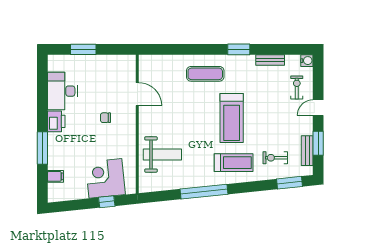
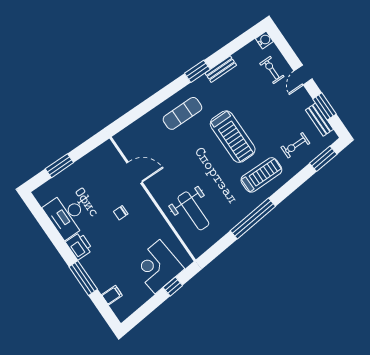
bench: (270, 60) -> (221, 69), moved
weight bench: (162, 154) -> (193, 211), turned 90

